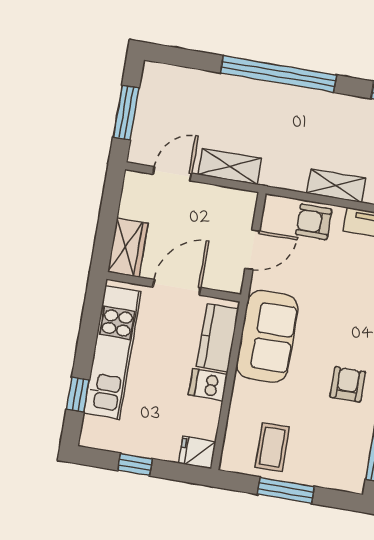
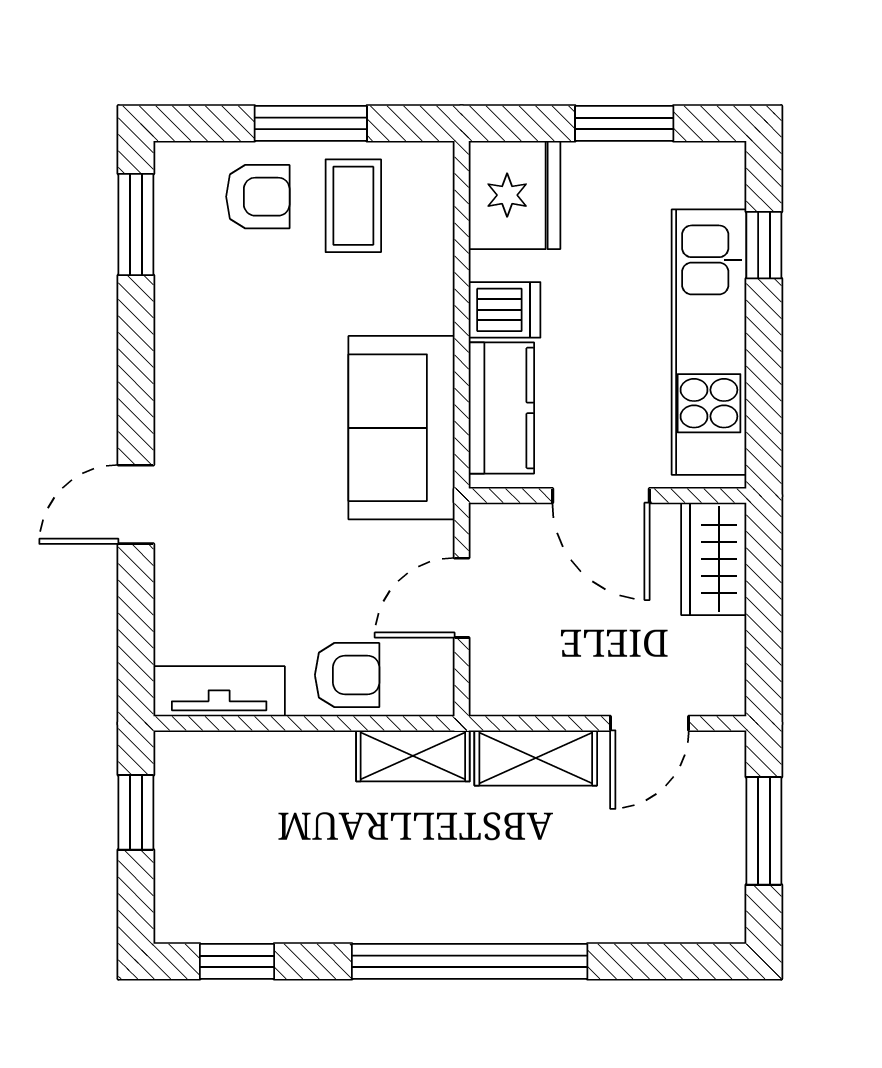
shelving: (336, 186) -> (413, 756), moved
door: (177, 287) -> (601, 496), hinge flipped
armchair: (348, 384) -> (258, 197), moved, turned -90
fridge: (197, 452) -> (514, 195), width x1.88, depth x1.34
window: (135, 465) -> (624, 123), width x1.50

